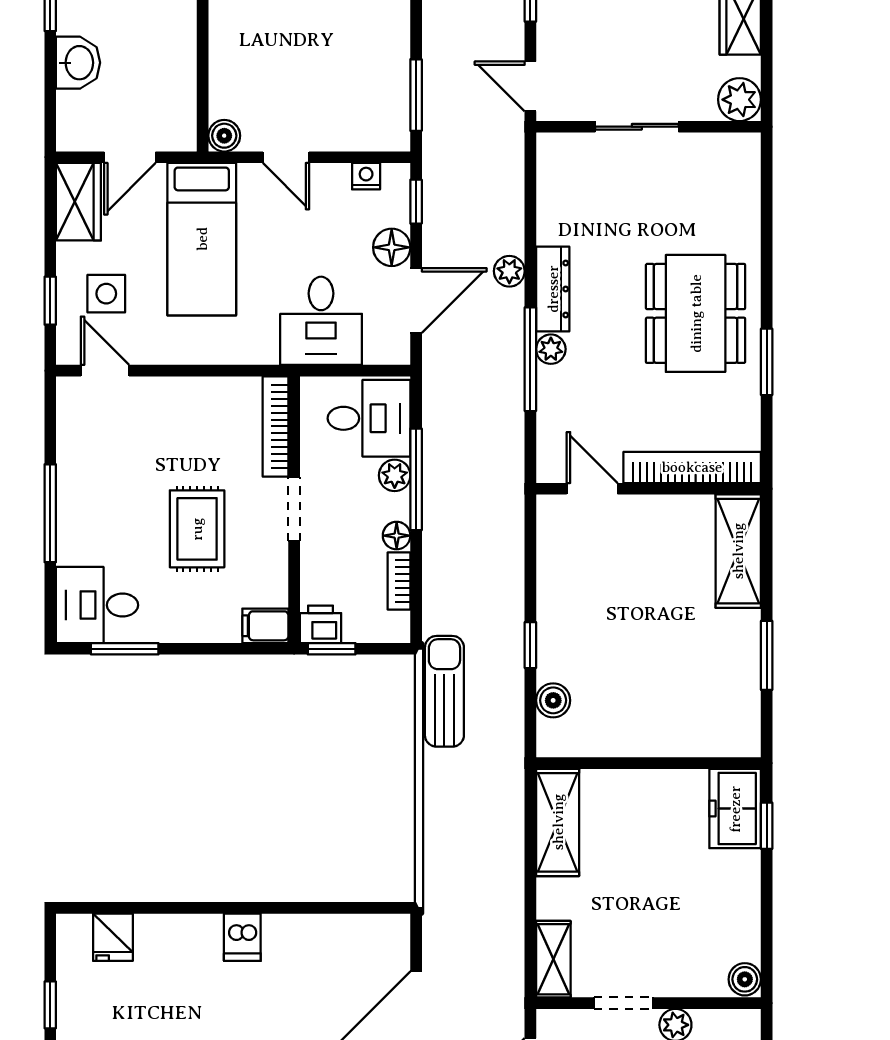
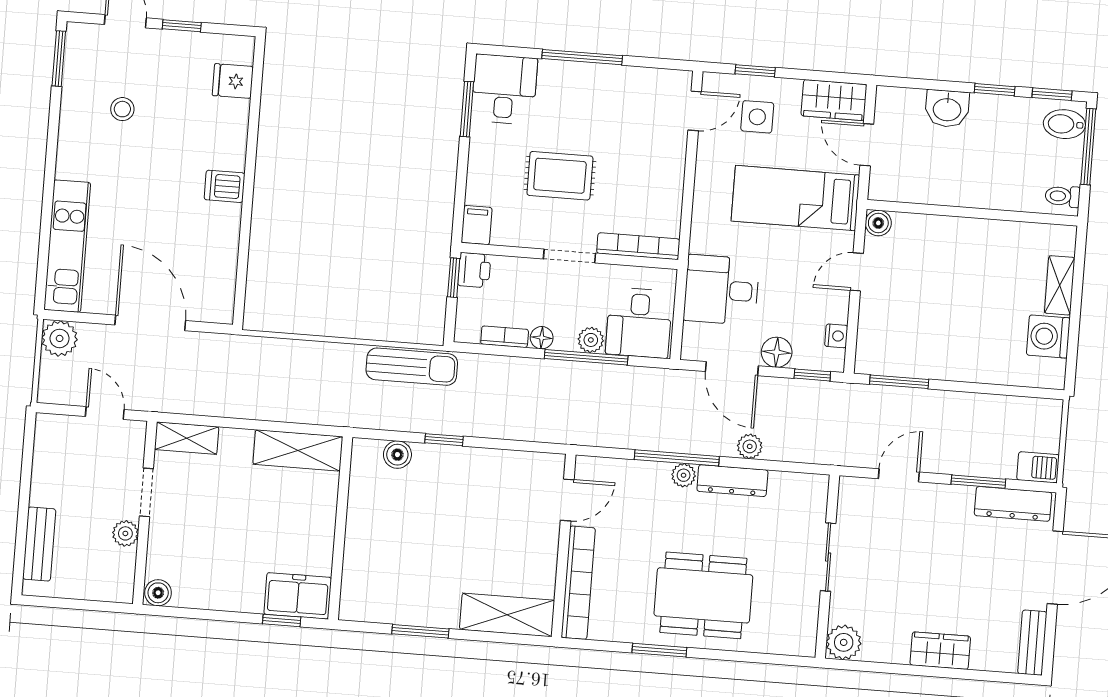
plant: (739, 100) -> (844, 642), moved
sliding door: (637, 127) -> (828, 557), moved
wall: (649, 127) -> (827, 567), moved

